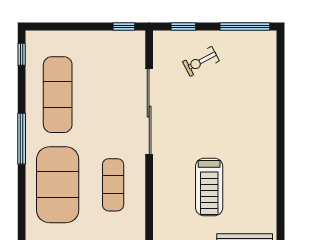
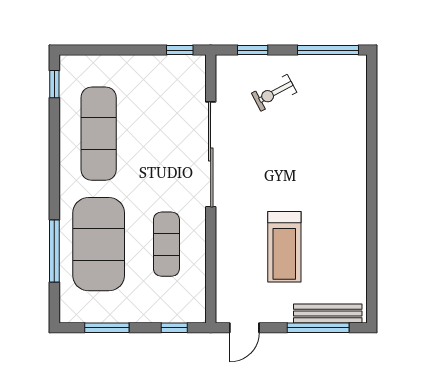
window: (22, 139) -> (54, 251), moved

